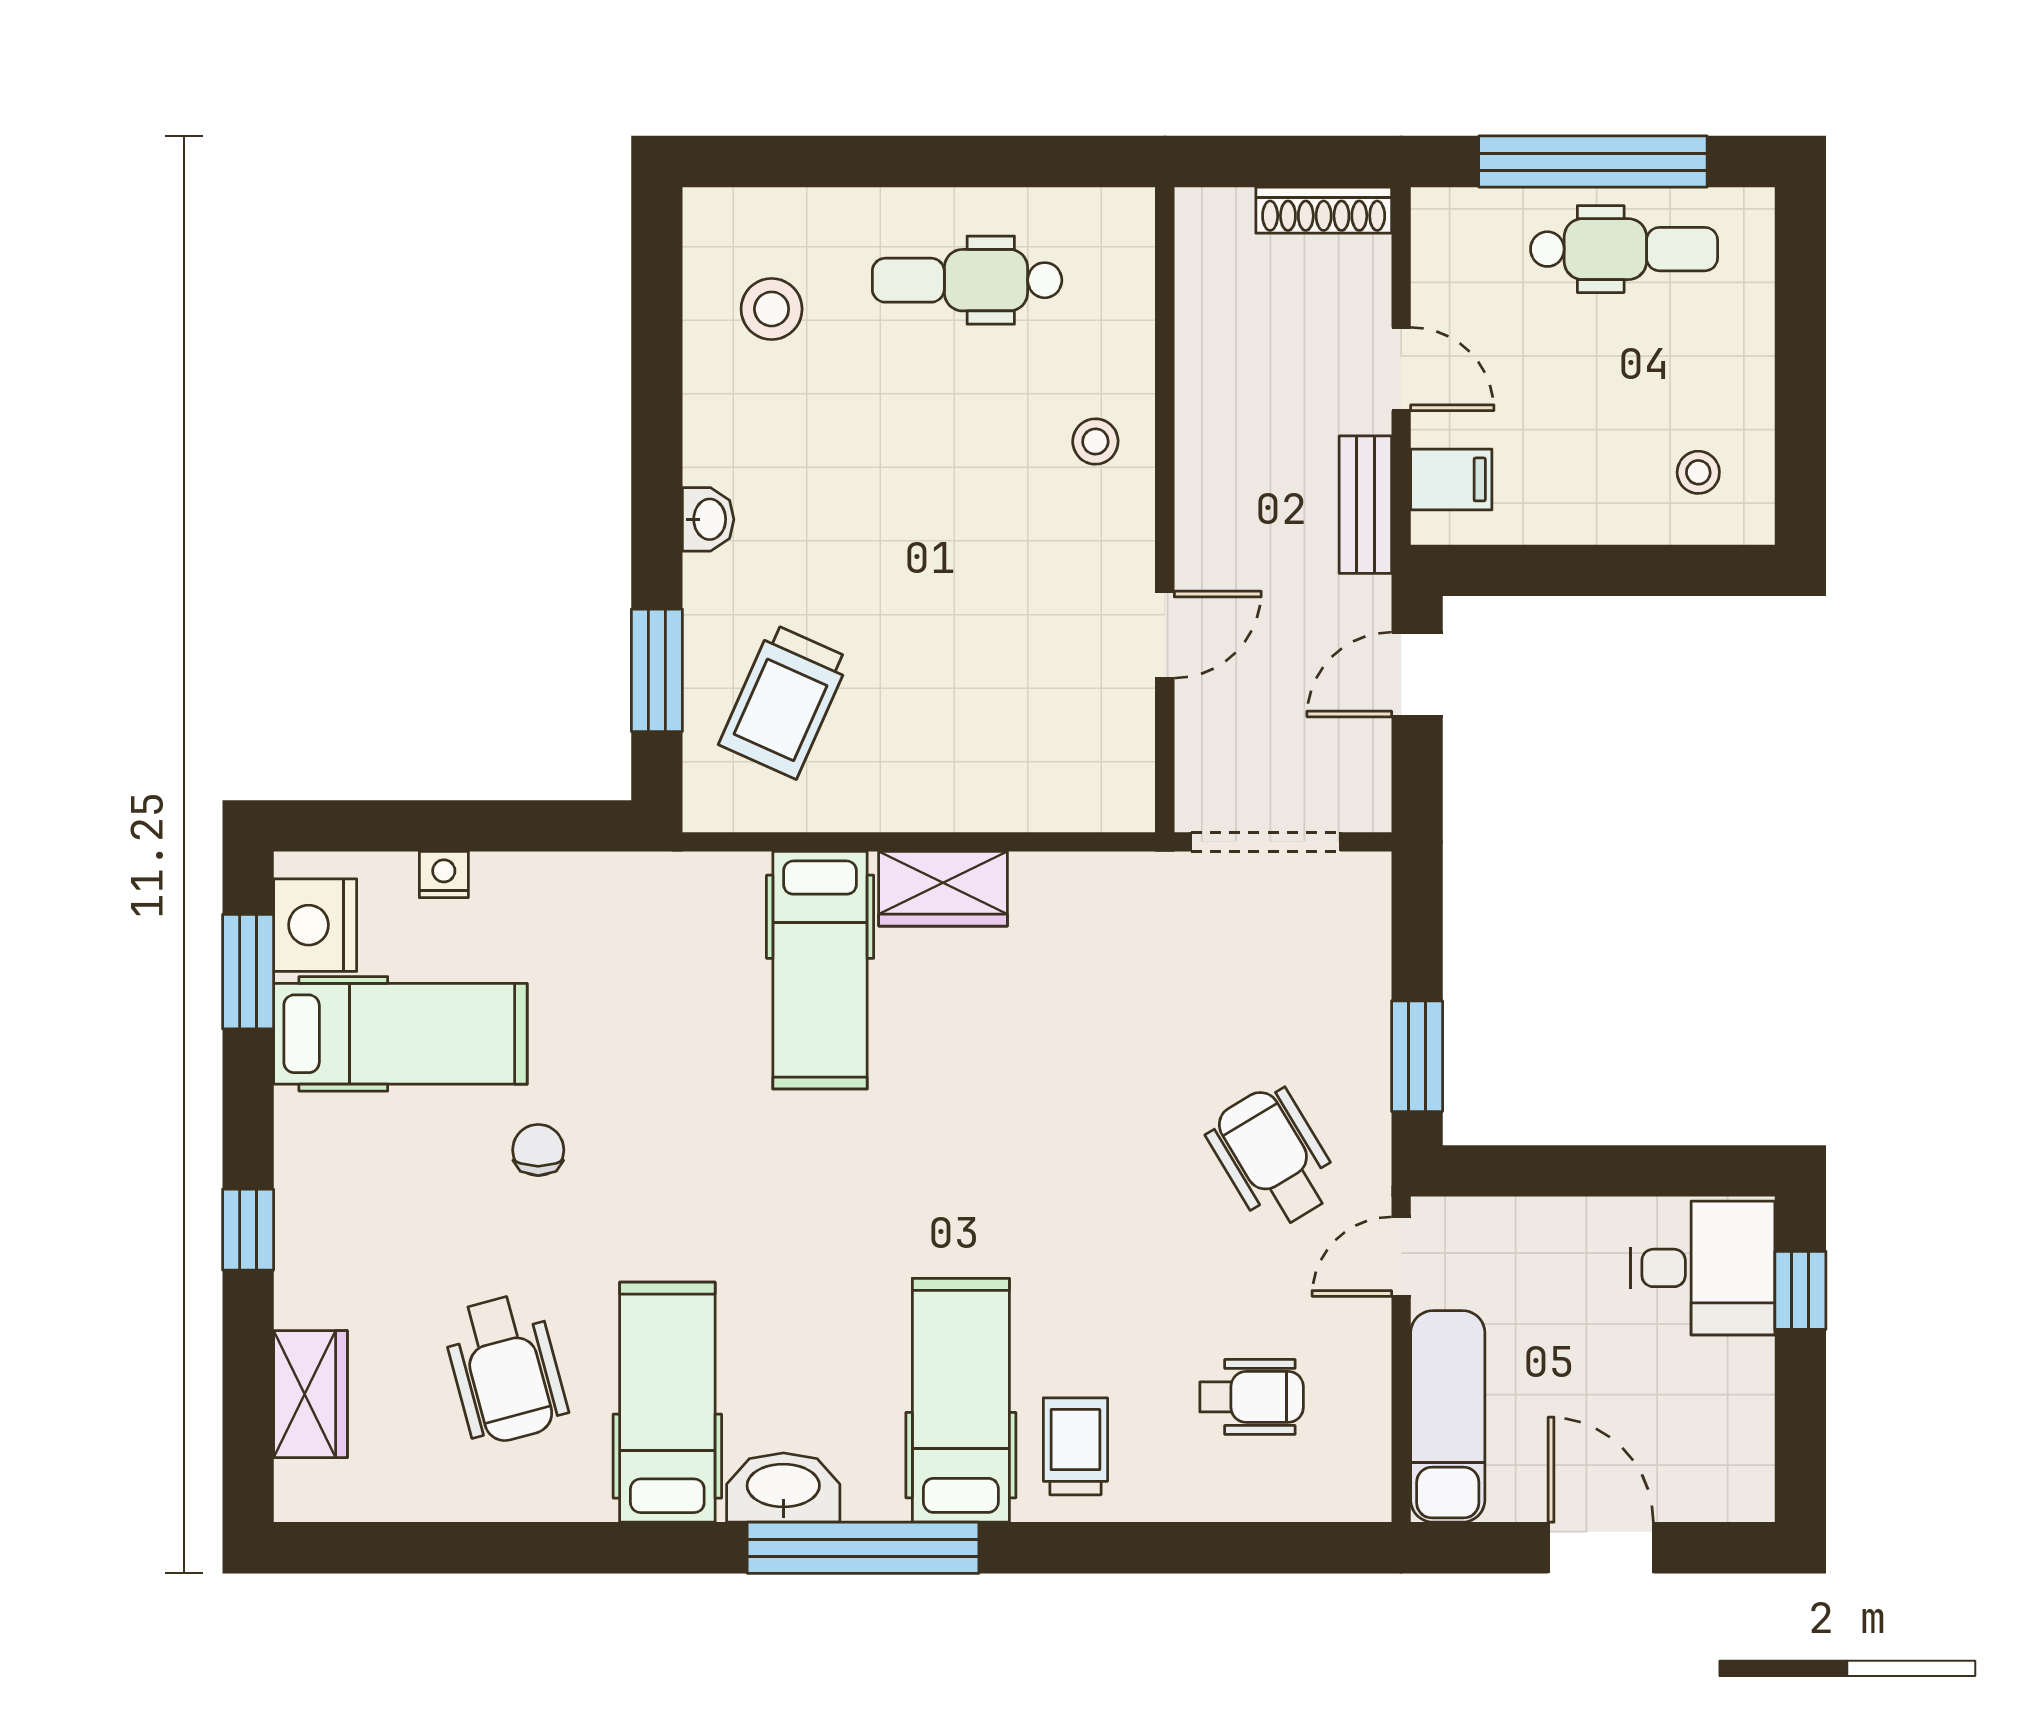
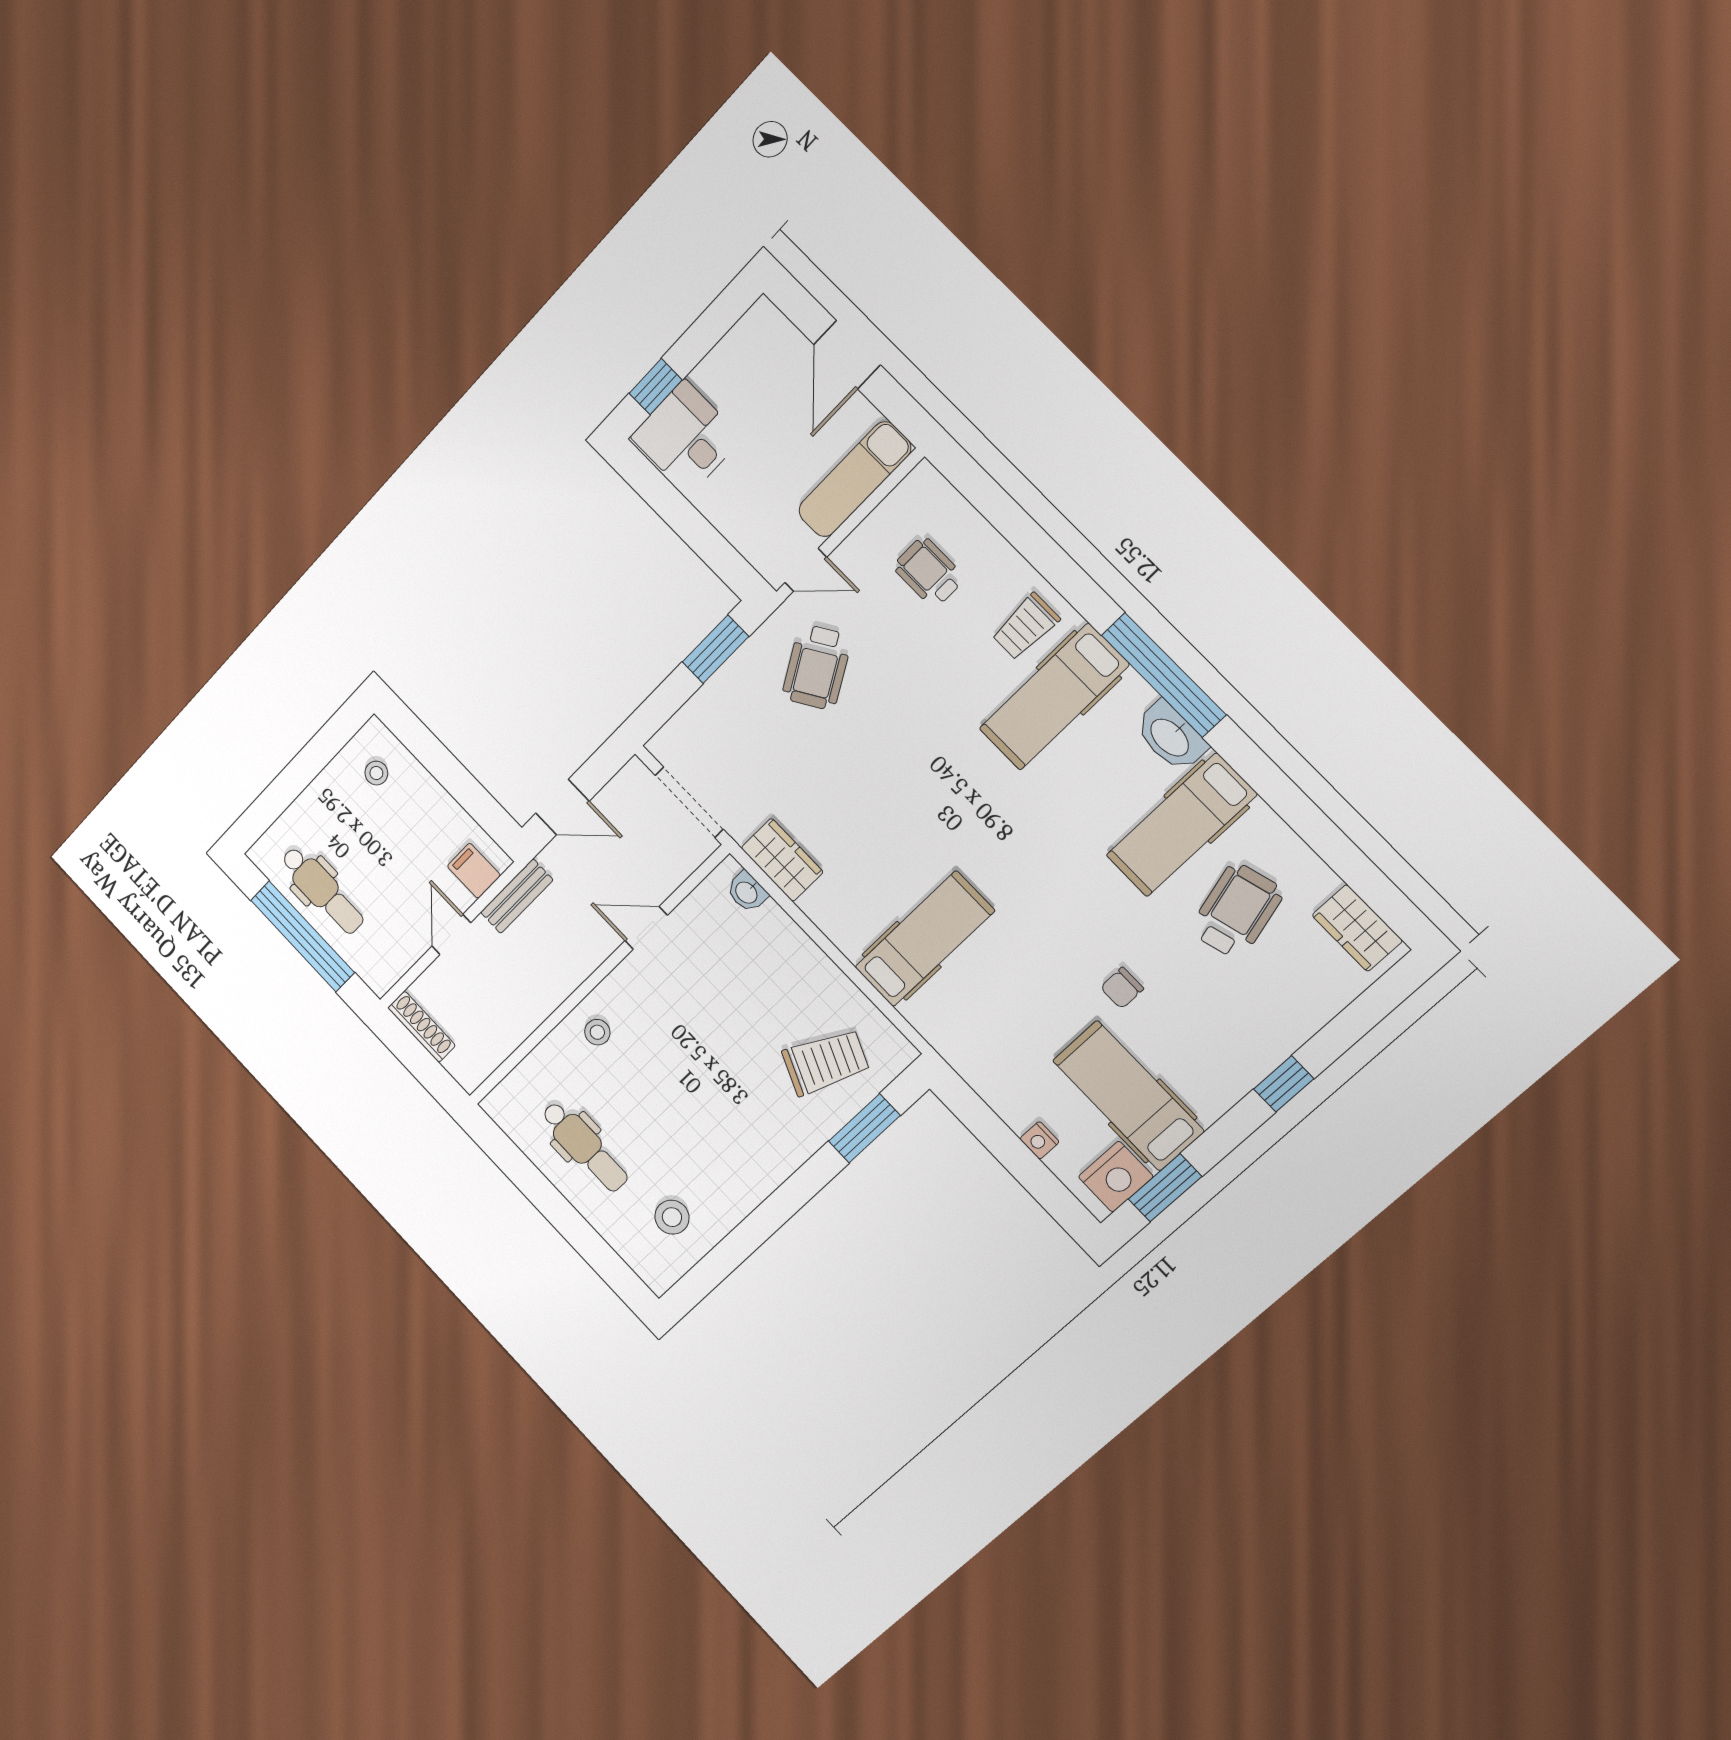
dental chair: (1624, 249) -> (322, 890), turned 180
washbasin: (708, 519) -> (747, 892), moved, turned -90
wardrobe: (943, 889) -> (782, 860), moved
wardrobe: (310, 1394) -> (1357, 928), moved, turned -90

